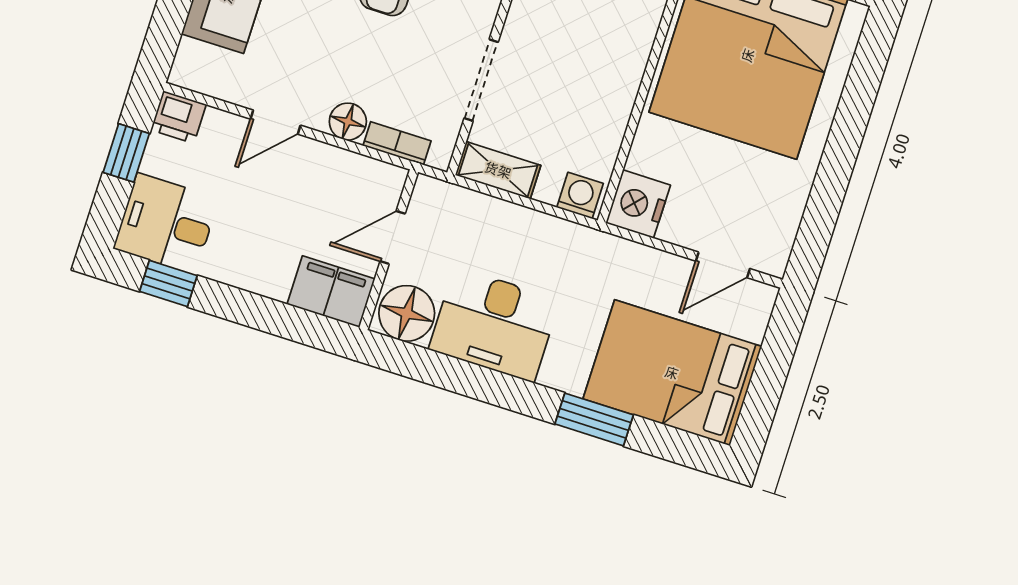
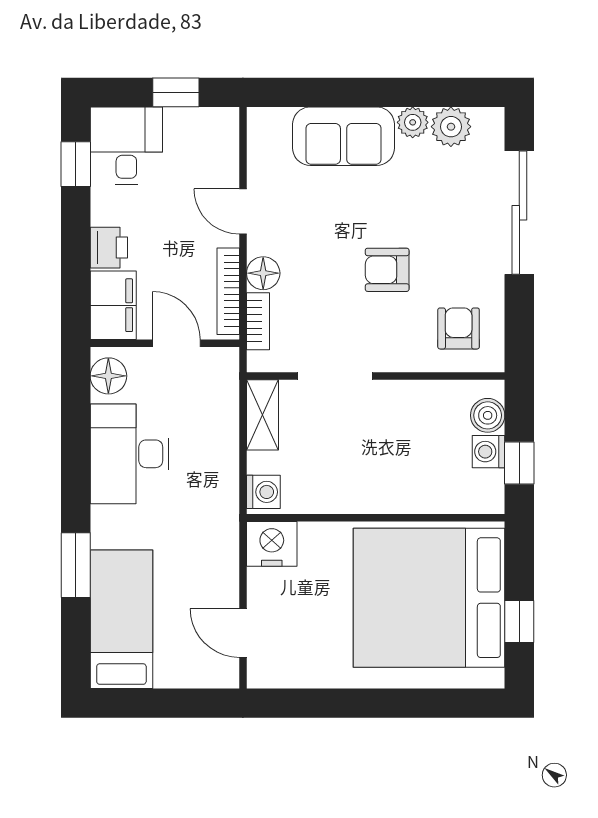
printer: (179, 117) -> (109, 248), moved, turned 180
bookcase: (355, 165) -> (228, 291), added
floor lamp: (407, 313) -> (108, 376), width x0.73, depth x0.73
bed: (672, 373) -> (121, 619), width x0.67

